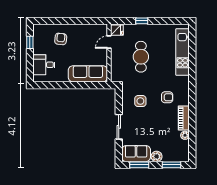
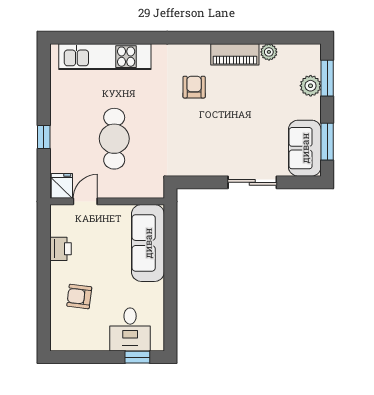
printer: (85, 29) -> (60, 249), added
window: (30, 42) -> (137, 357), moved
door: (109, 42) -> (85, 201), swing flipped
cafe table: (141, 57) -> (114, 139), turned 90
side table: (140, 101) -> (201, 140), removed
plant: (157, 156) -> (311, 86), moved

